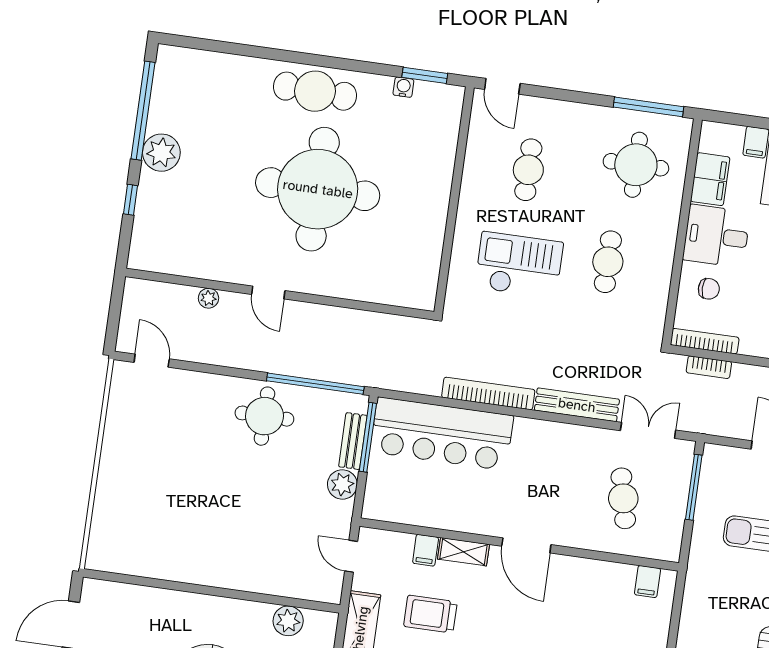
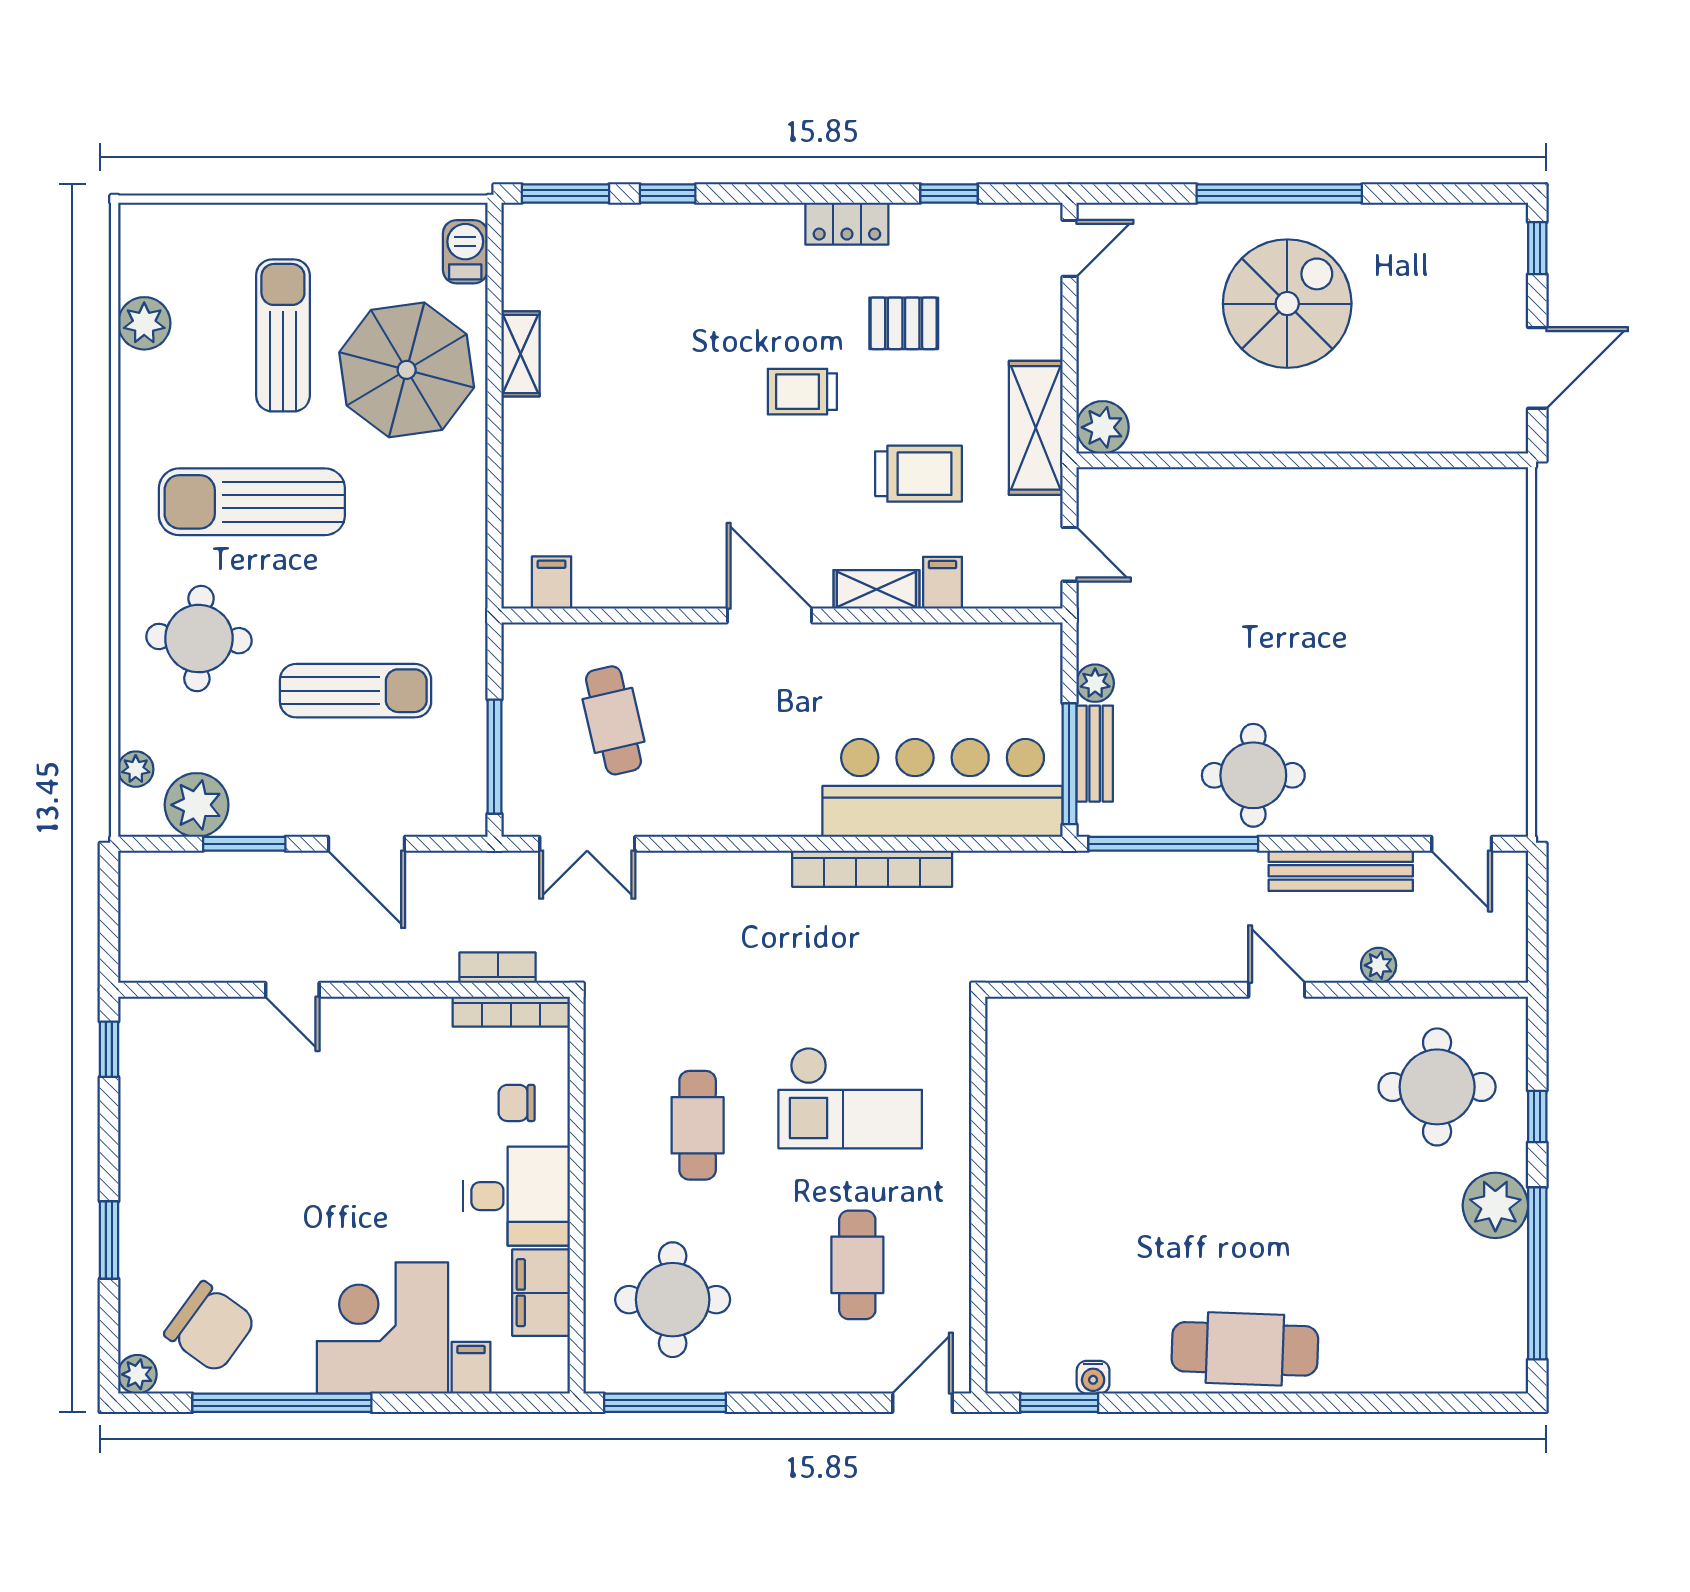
door: (502, 86) -> (923, 1403), hinge flipped
round table: (318, 189) -> (1437, 1087), moved, width x0.54, depth x0.54
bench: (577, 405) -> (1341, 871), moved
plant: (342, 484) -> (1095, 683), width x0.73, depth x0.73
plant: (288, 621) -> (1102, 427), moved

